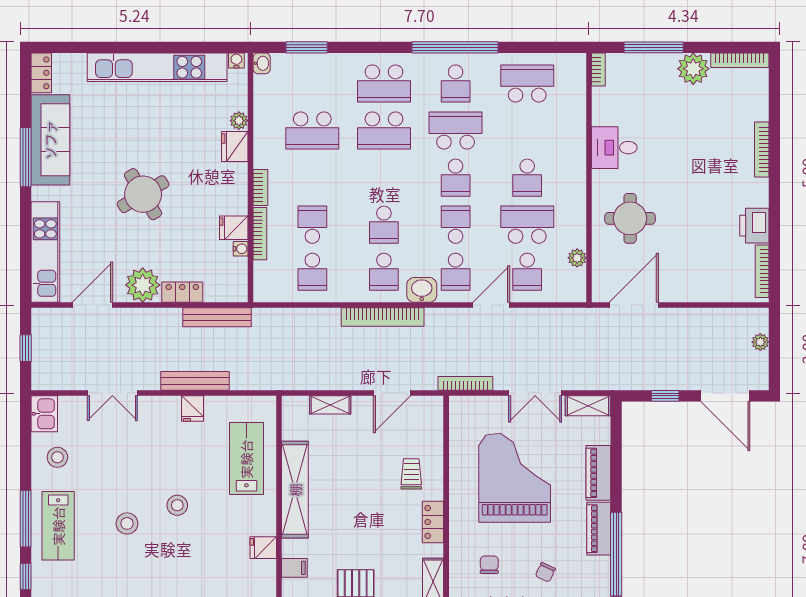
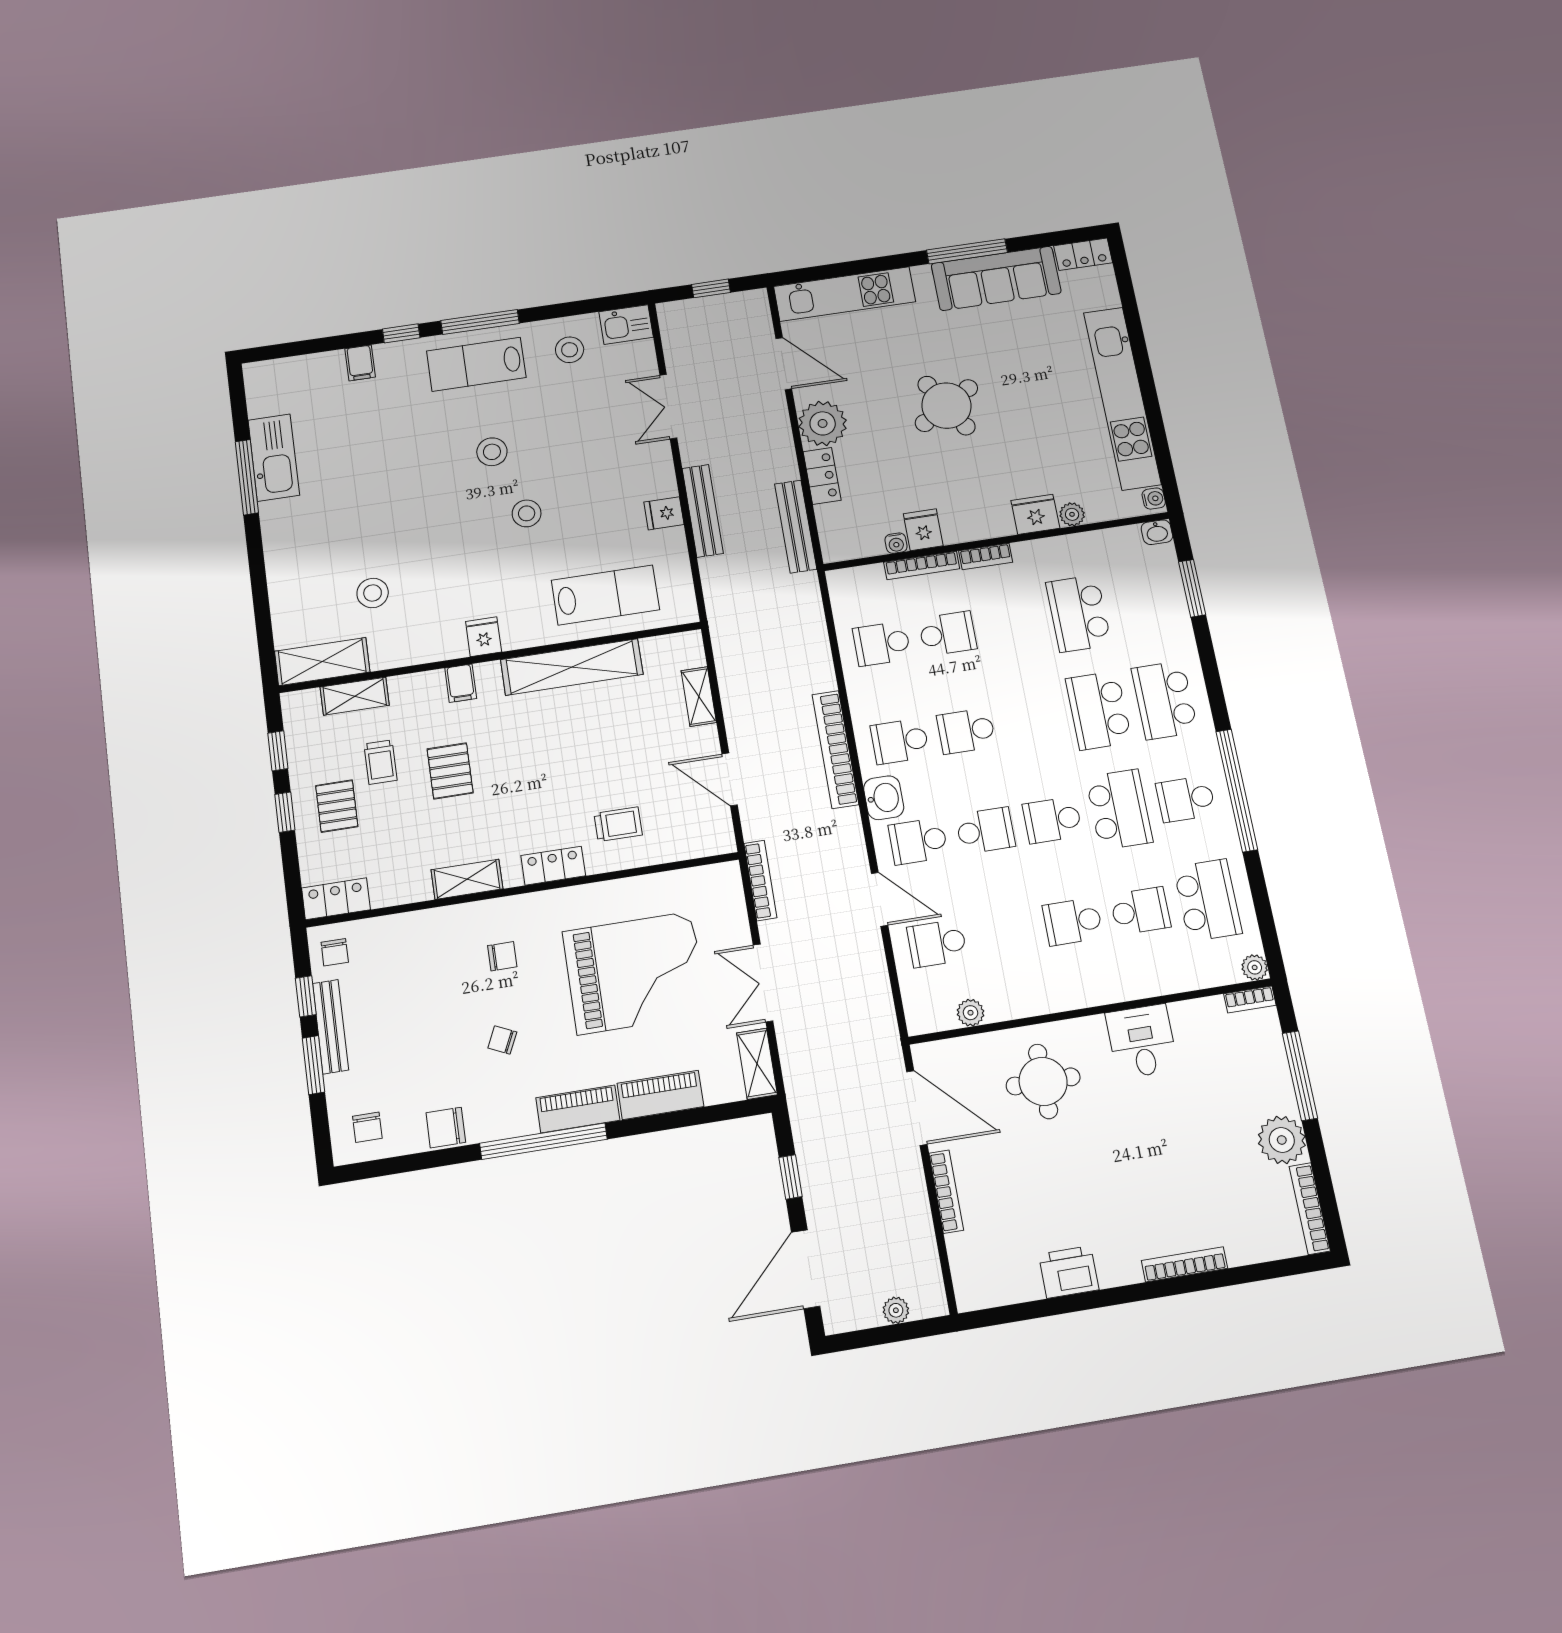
plant: (577, 62) -> (1255, 967), added
school desk: (527, 225) -> (1140, 911), moved, width x0.54
bookcase: (762, 271) -> (946, 1192), moved, turned 90

